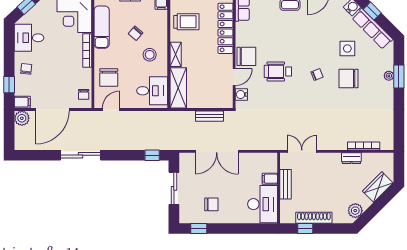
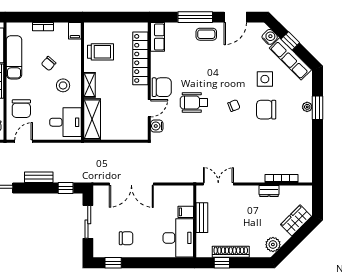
bench: (209, 116) -> (39, 177), moved

